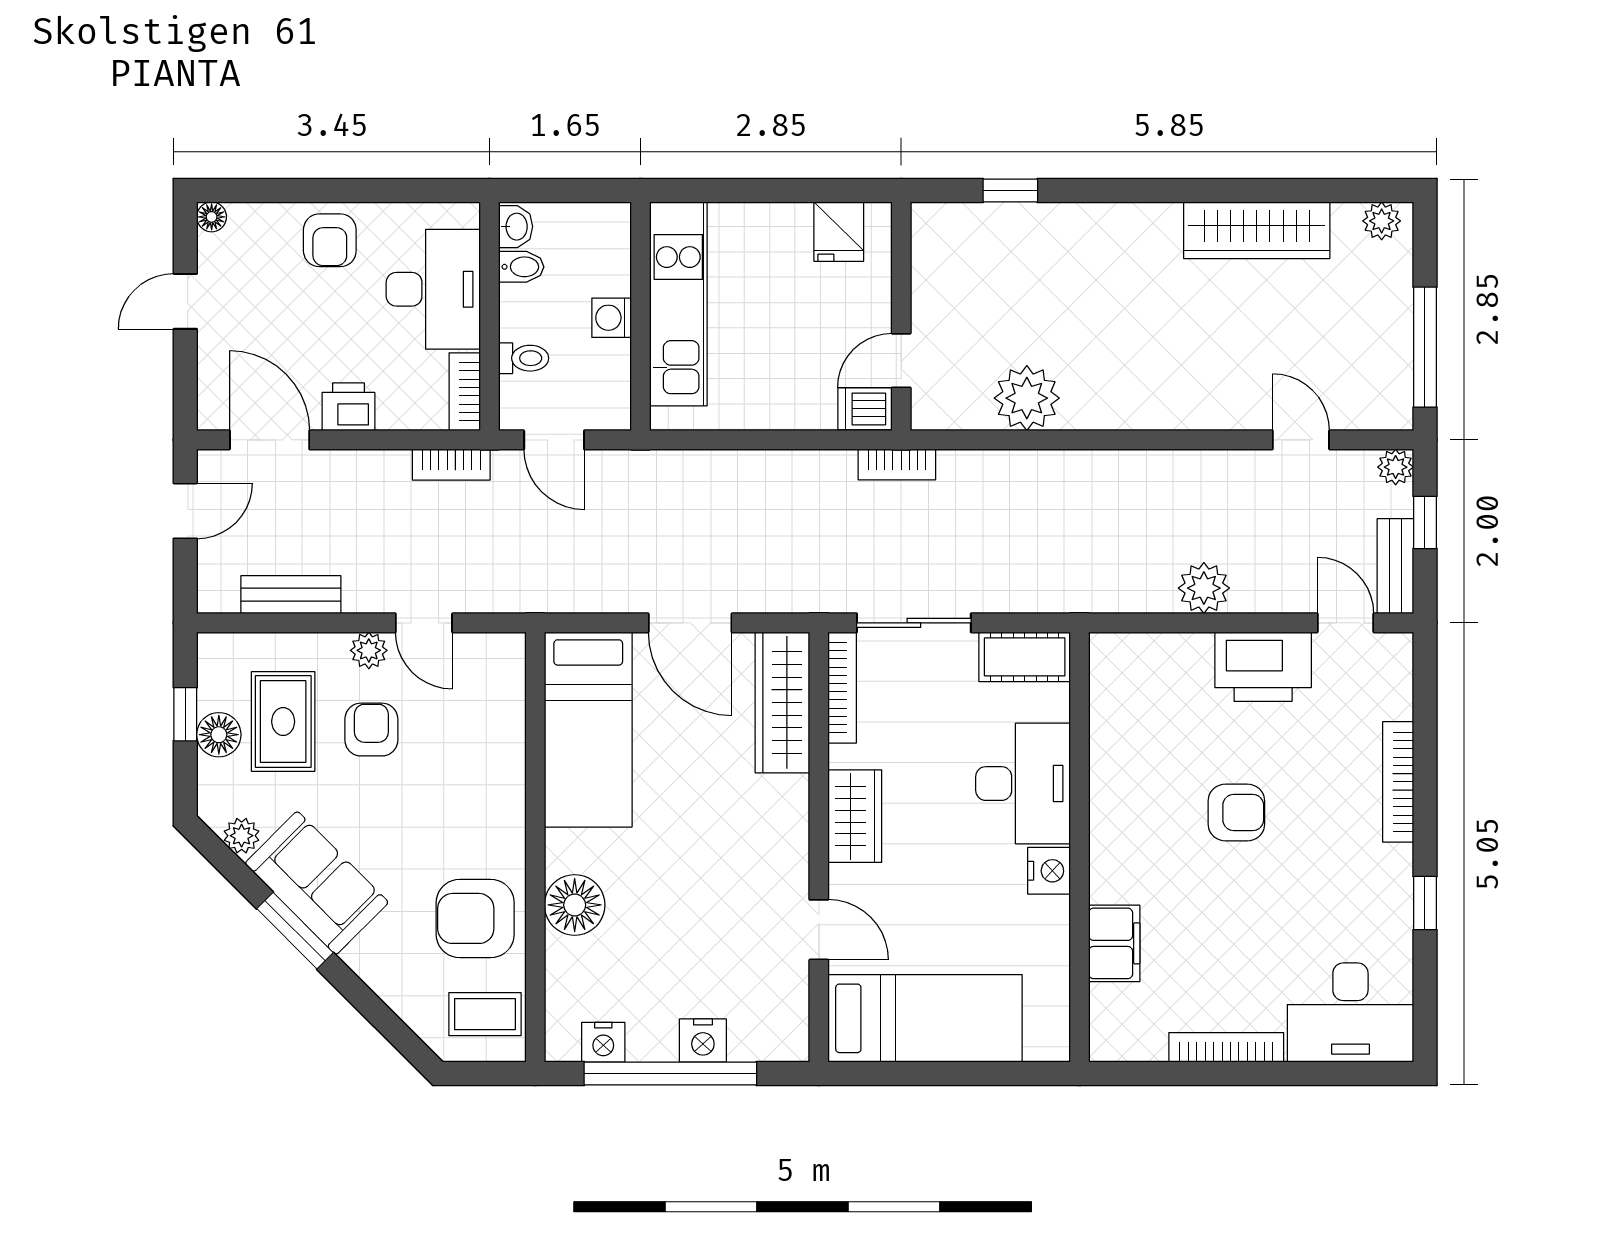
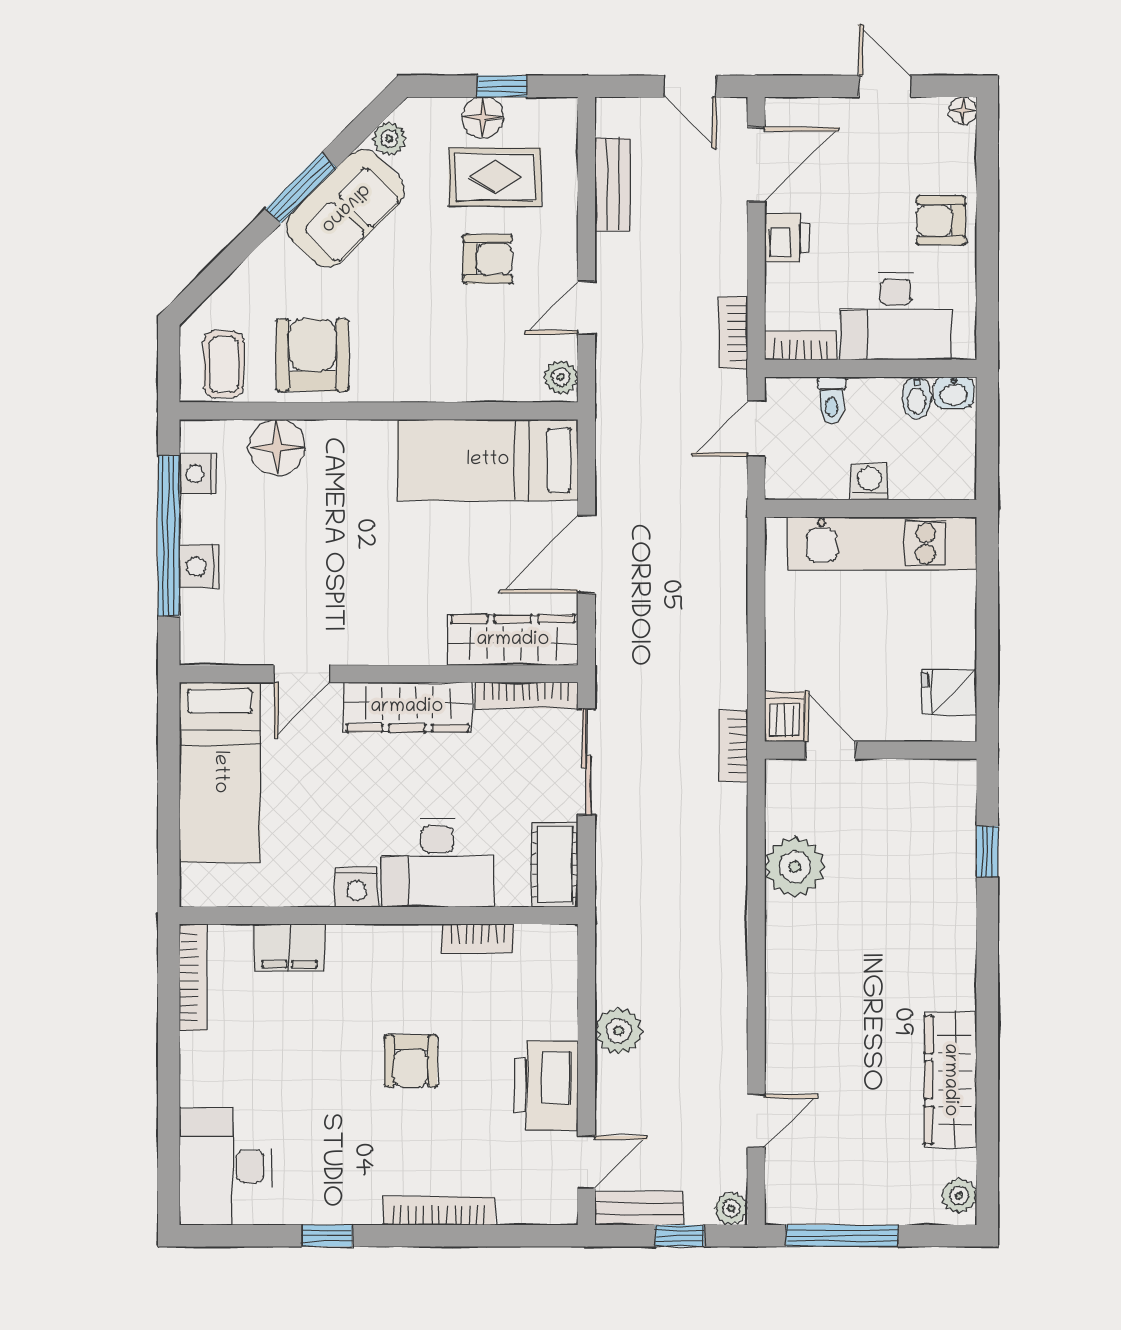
plant: (369, 650) -> (561, 377), moved
bookcase: (1104, 740) -> (478, 938), added
wardrobe: (855, 816) -> (407, 707), width x1.50
floor lamp: (575, 905) -> (277, 447), moved
bookcase: (1226, 1047) -> (193, 977), moved

